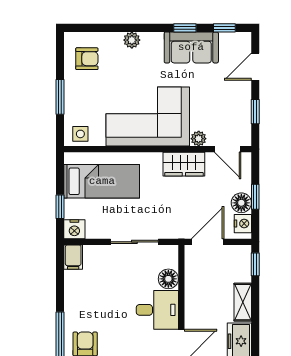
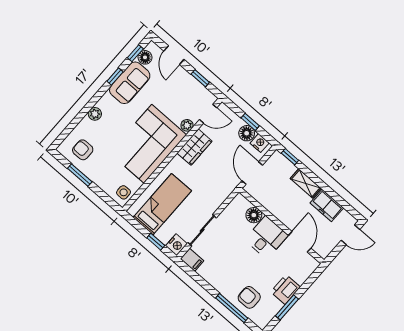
floor lamp: (229, 41) -> (145, 57), added
armchair: (87, 59) -> (83, 150), turned -90
window: (60, 97) -> (80, 175), moved
sliding door: (134, 242) -> (202, 230), moved

